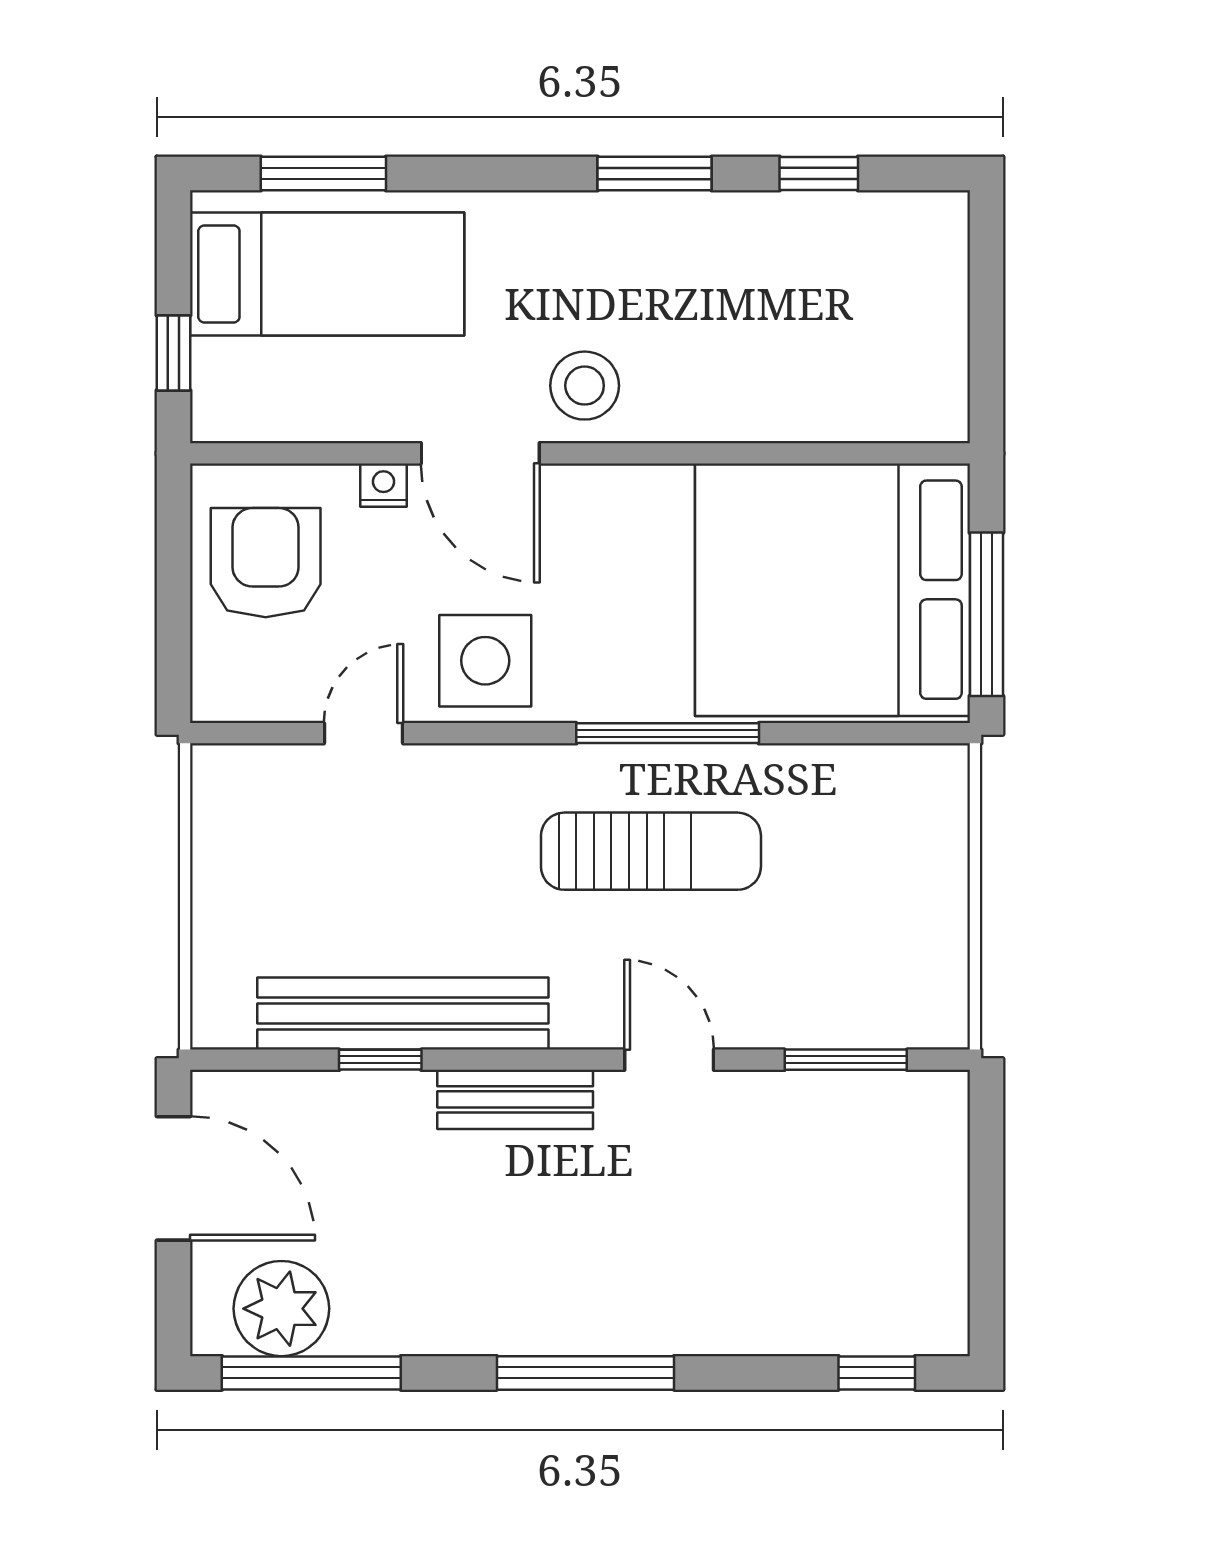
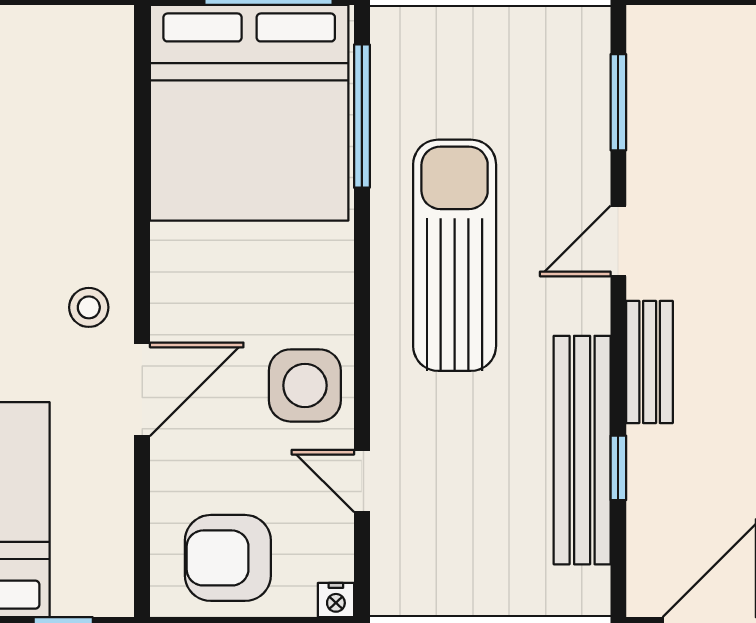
stool: (585, 386) -> (89, 307), width x0.73, depth x0.73
nightstand: (383, 485) -> (336, 600), moved, turned -90
window: (668, 733) -> (362, 116), moved
sun lounger: (651, 851) -> (455, 255), width x1.36, depth x1.34

